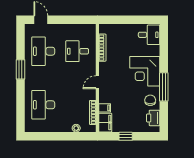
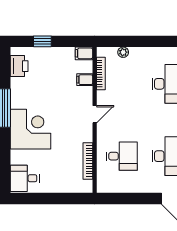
chair: (150, 100) -> (23, 90), removed
filing cabinet: (105, 123) -> (84, 53), width x0.50
window: (126, 136) -> (42, 41), moved

